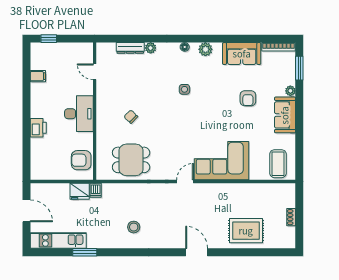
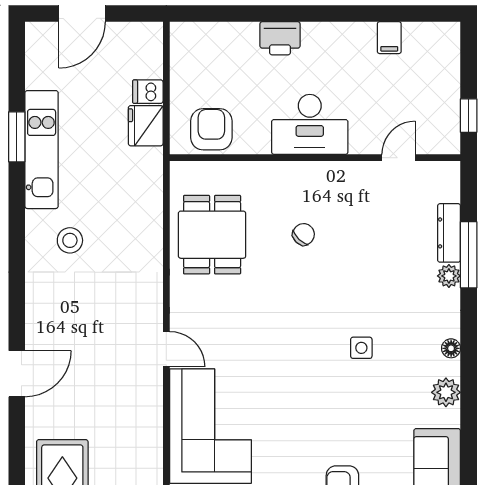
window: (49, 39) -> (469, 116), moved
window: (141, 39) -> (469, 255), added
dishwasher: (96, 190) -> (148, 92), moved
door: (27, 211) -> (82, 13), moved
kitchen unit: (58, 240) -> (42, 150), moved

